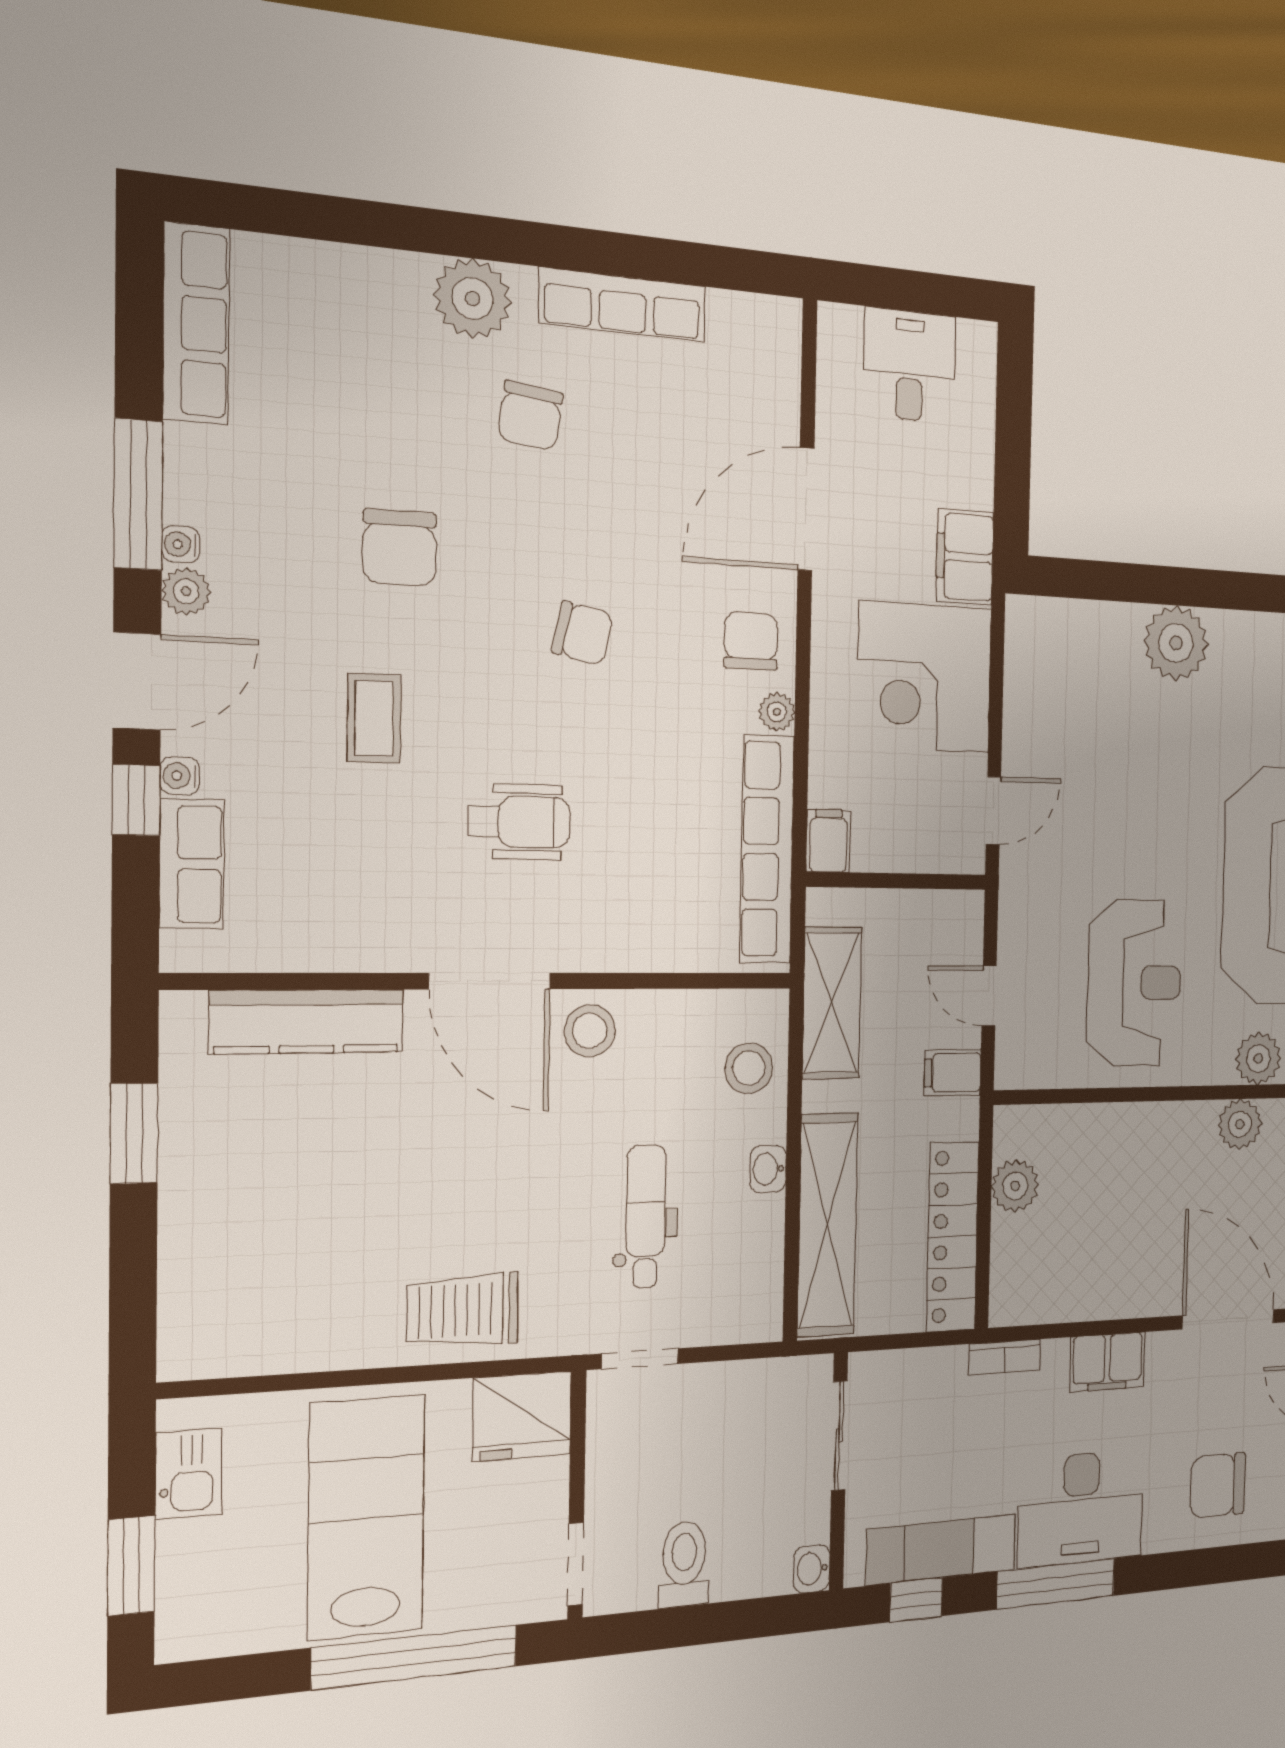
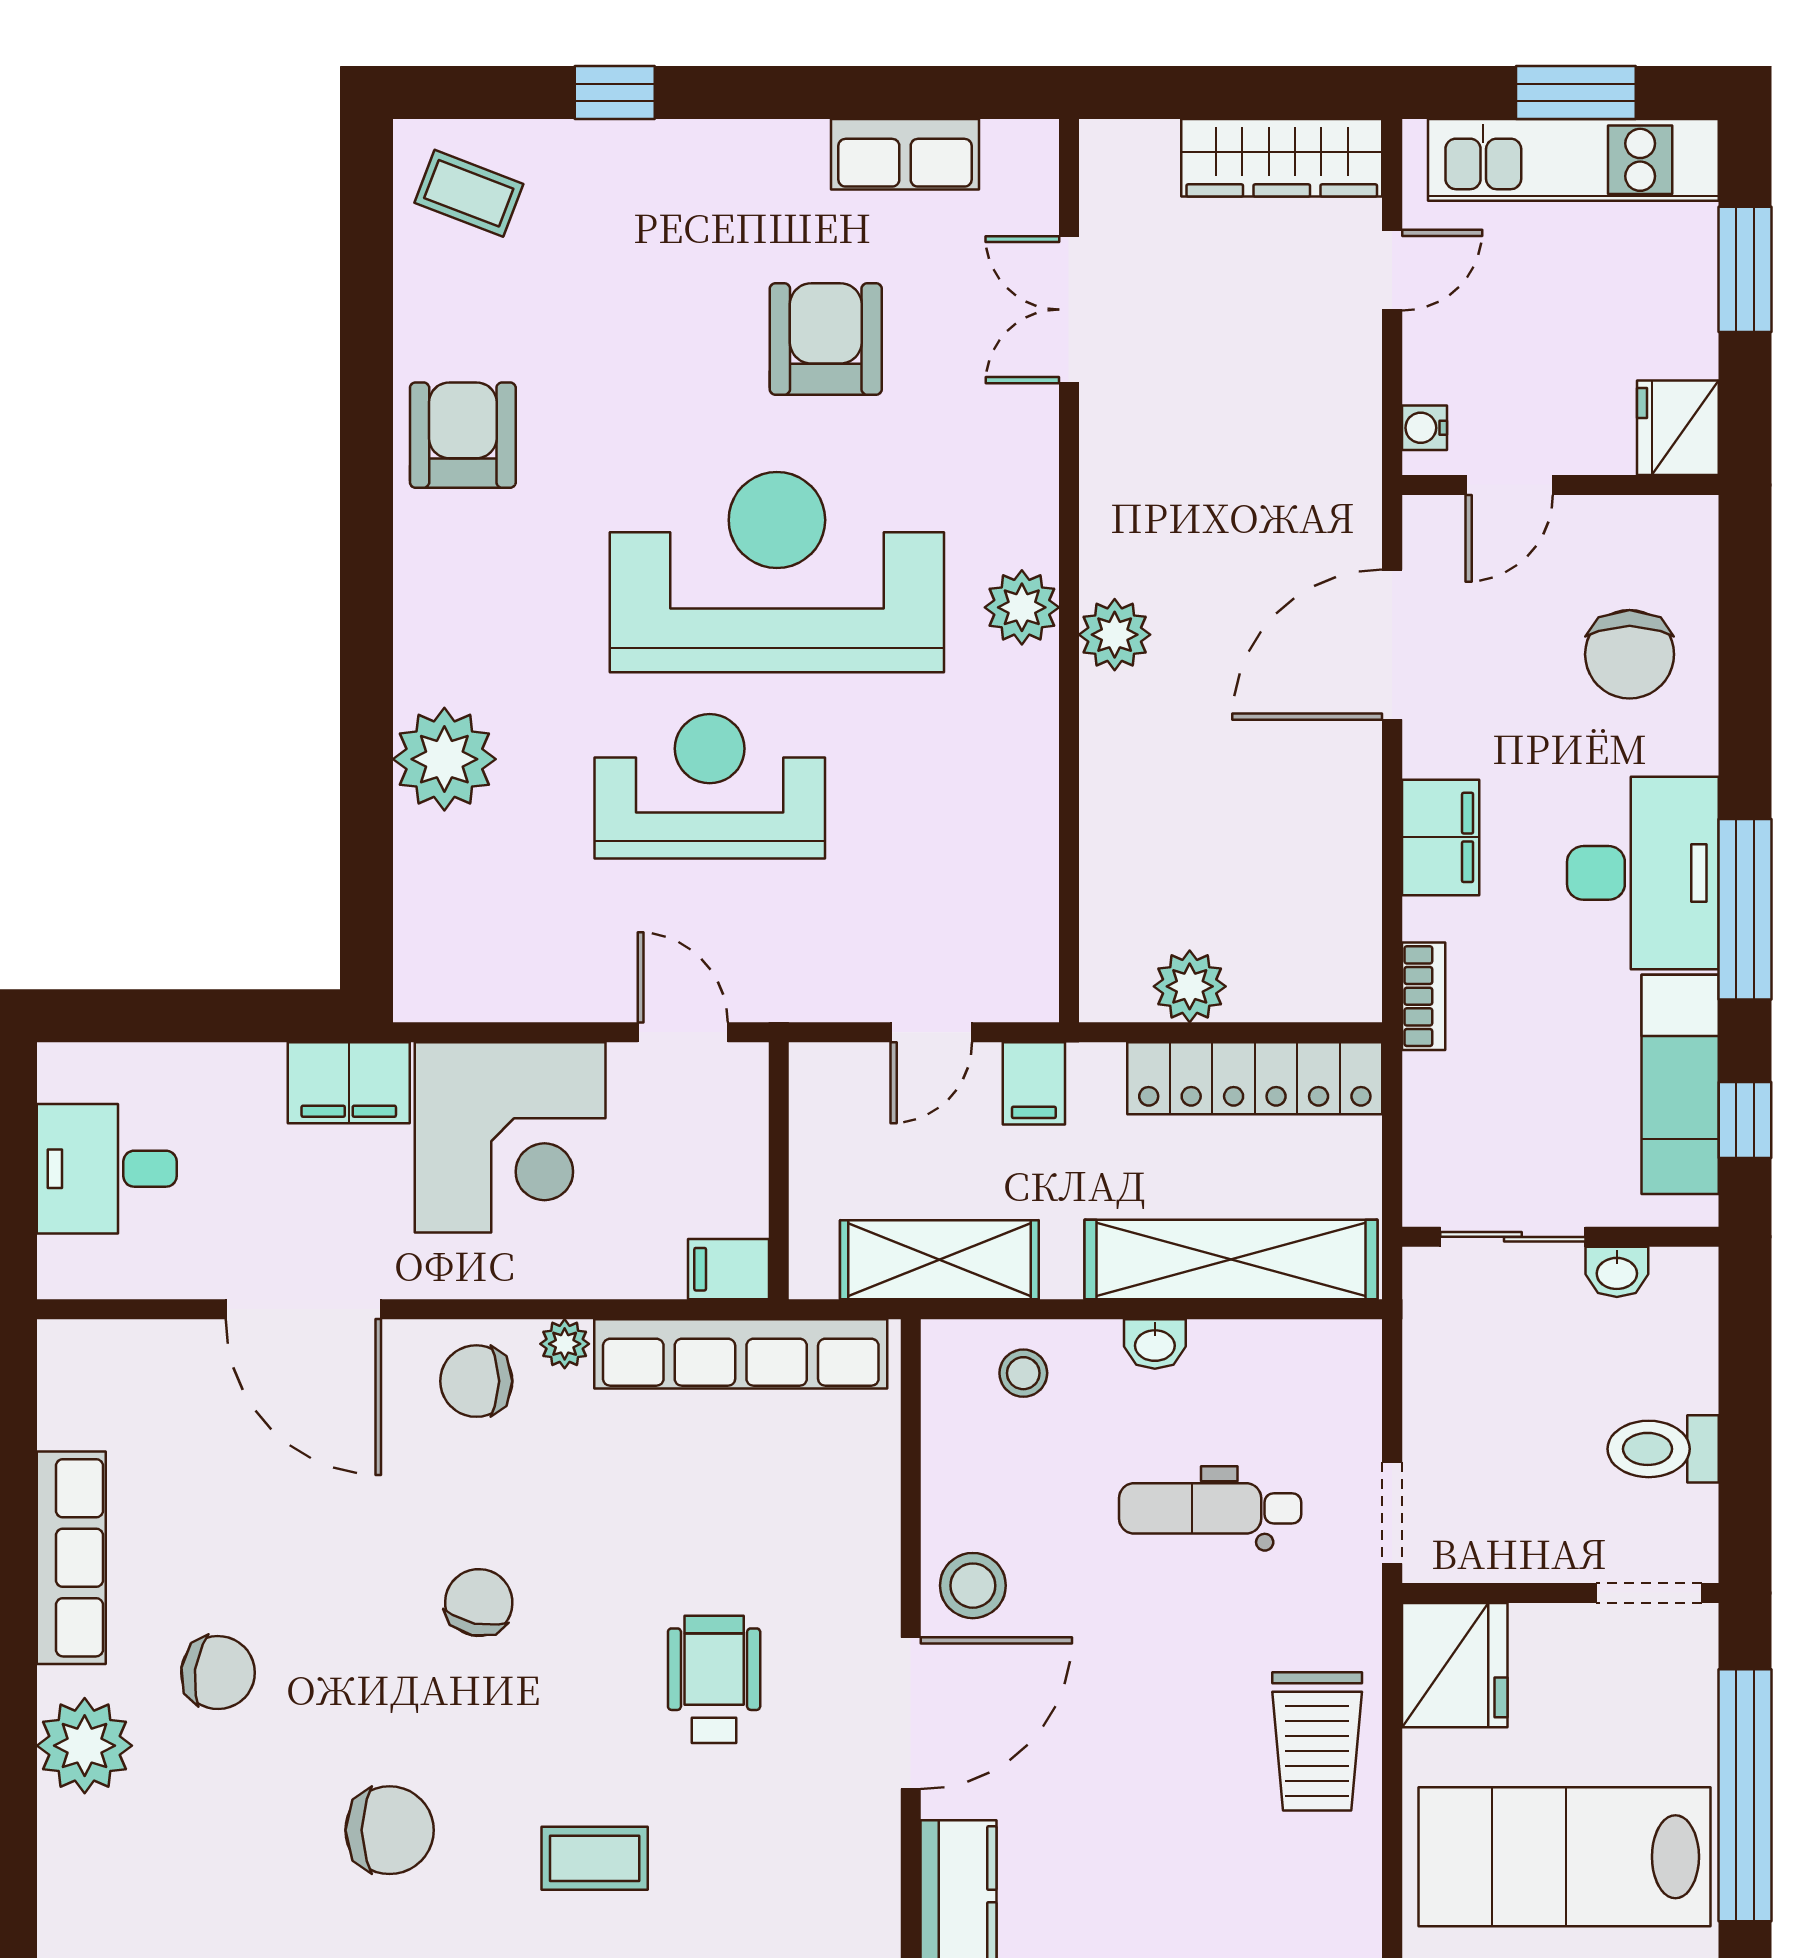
reception desk: (1134, 983) -> (710, 786), moved
stool: (749, 1068) -> (1023, 1373), width x0.73, depth x0.73
washbasin: (812, 1569) -> (1617, 1272), moved

